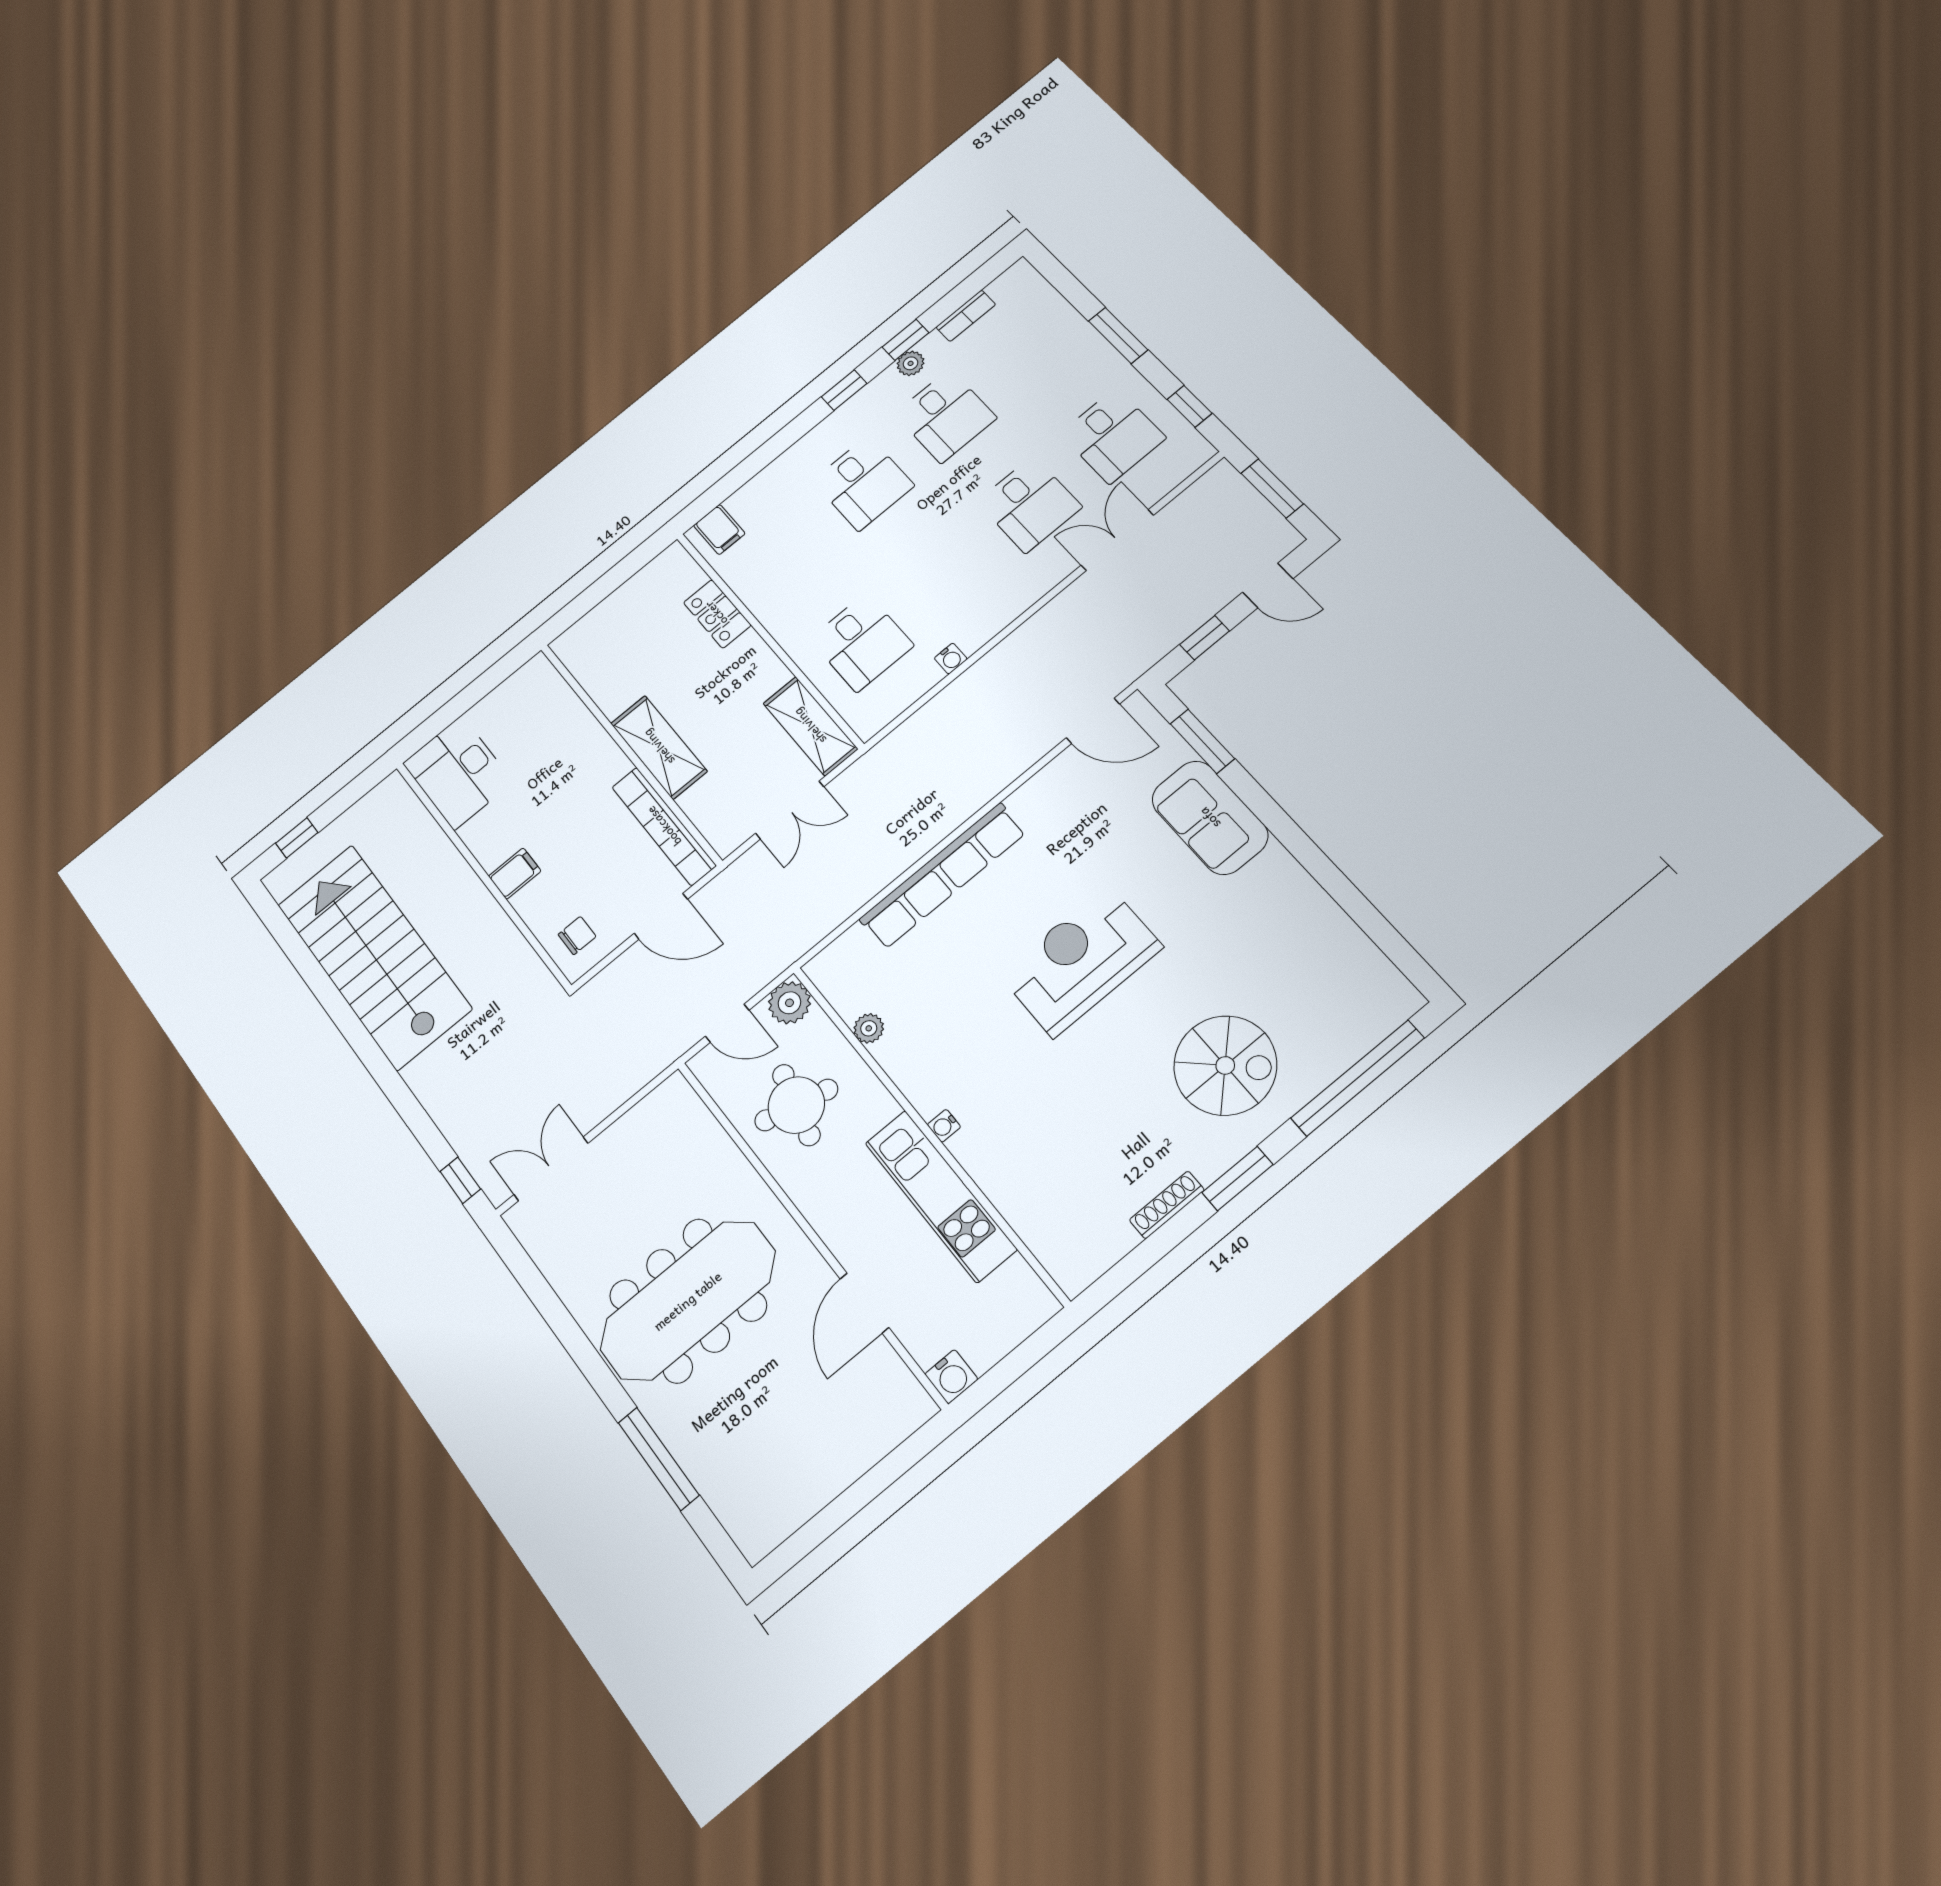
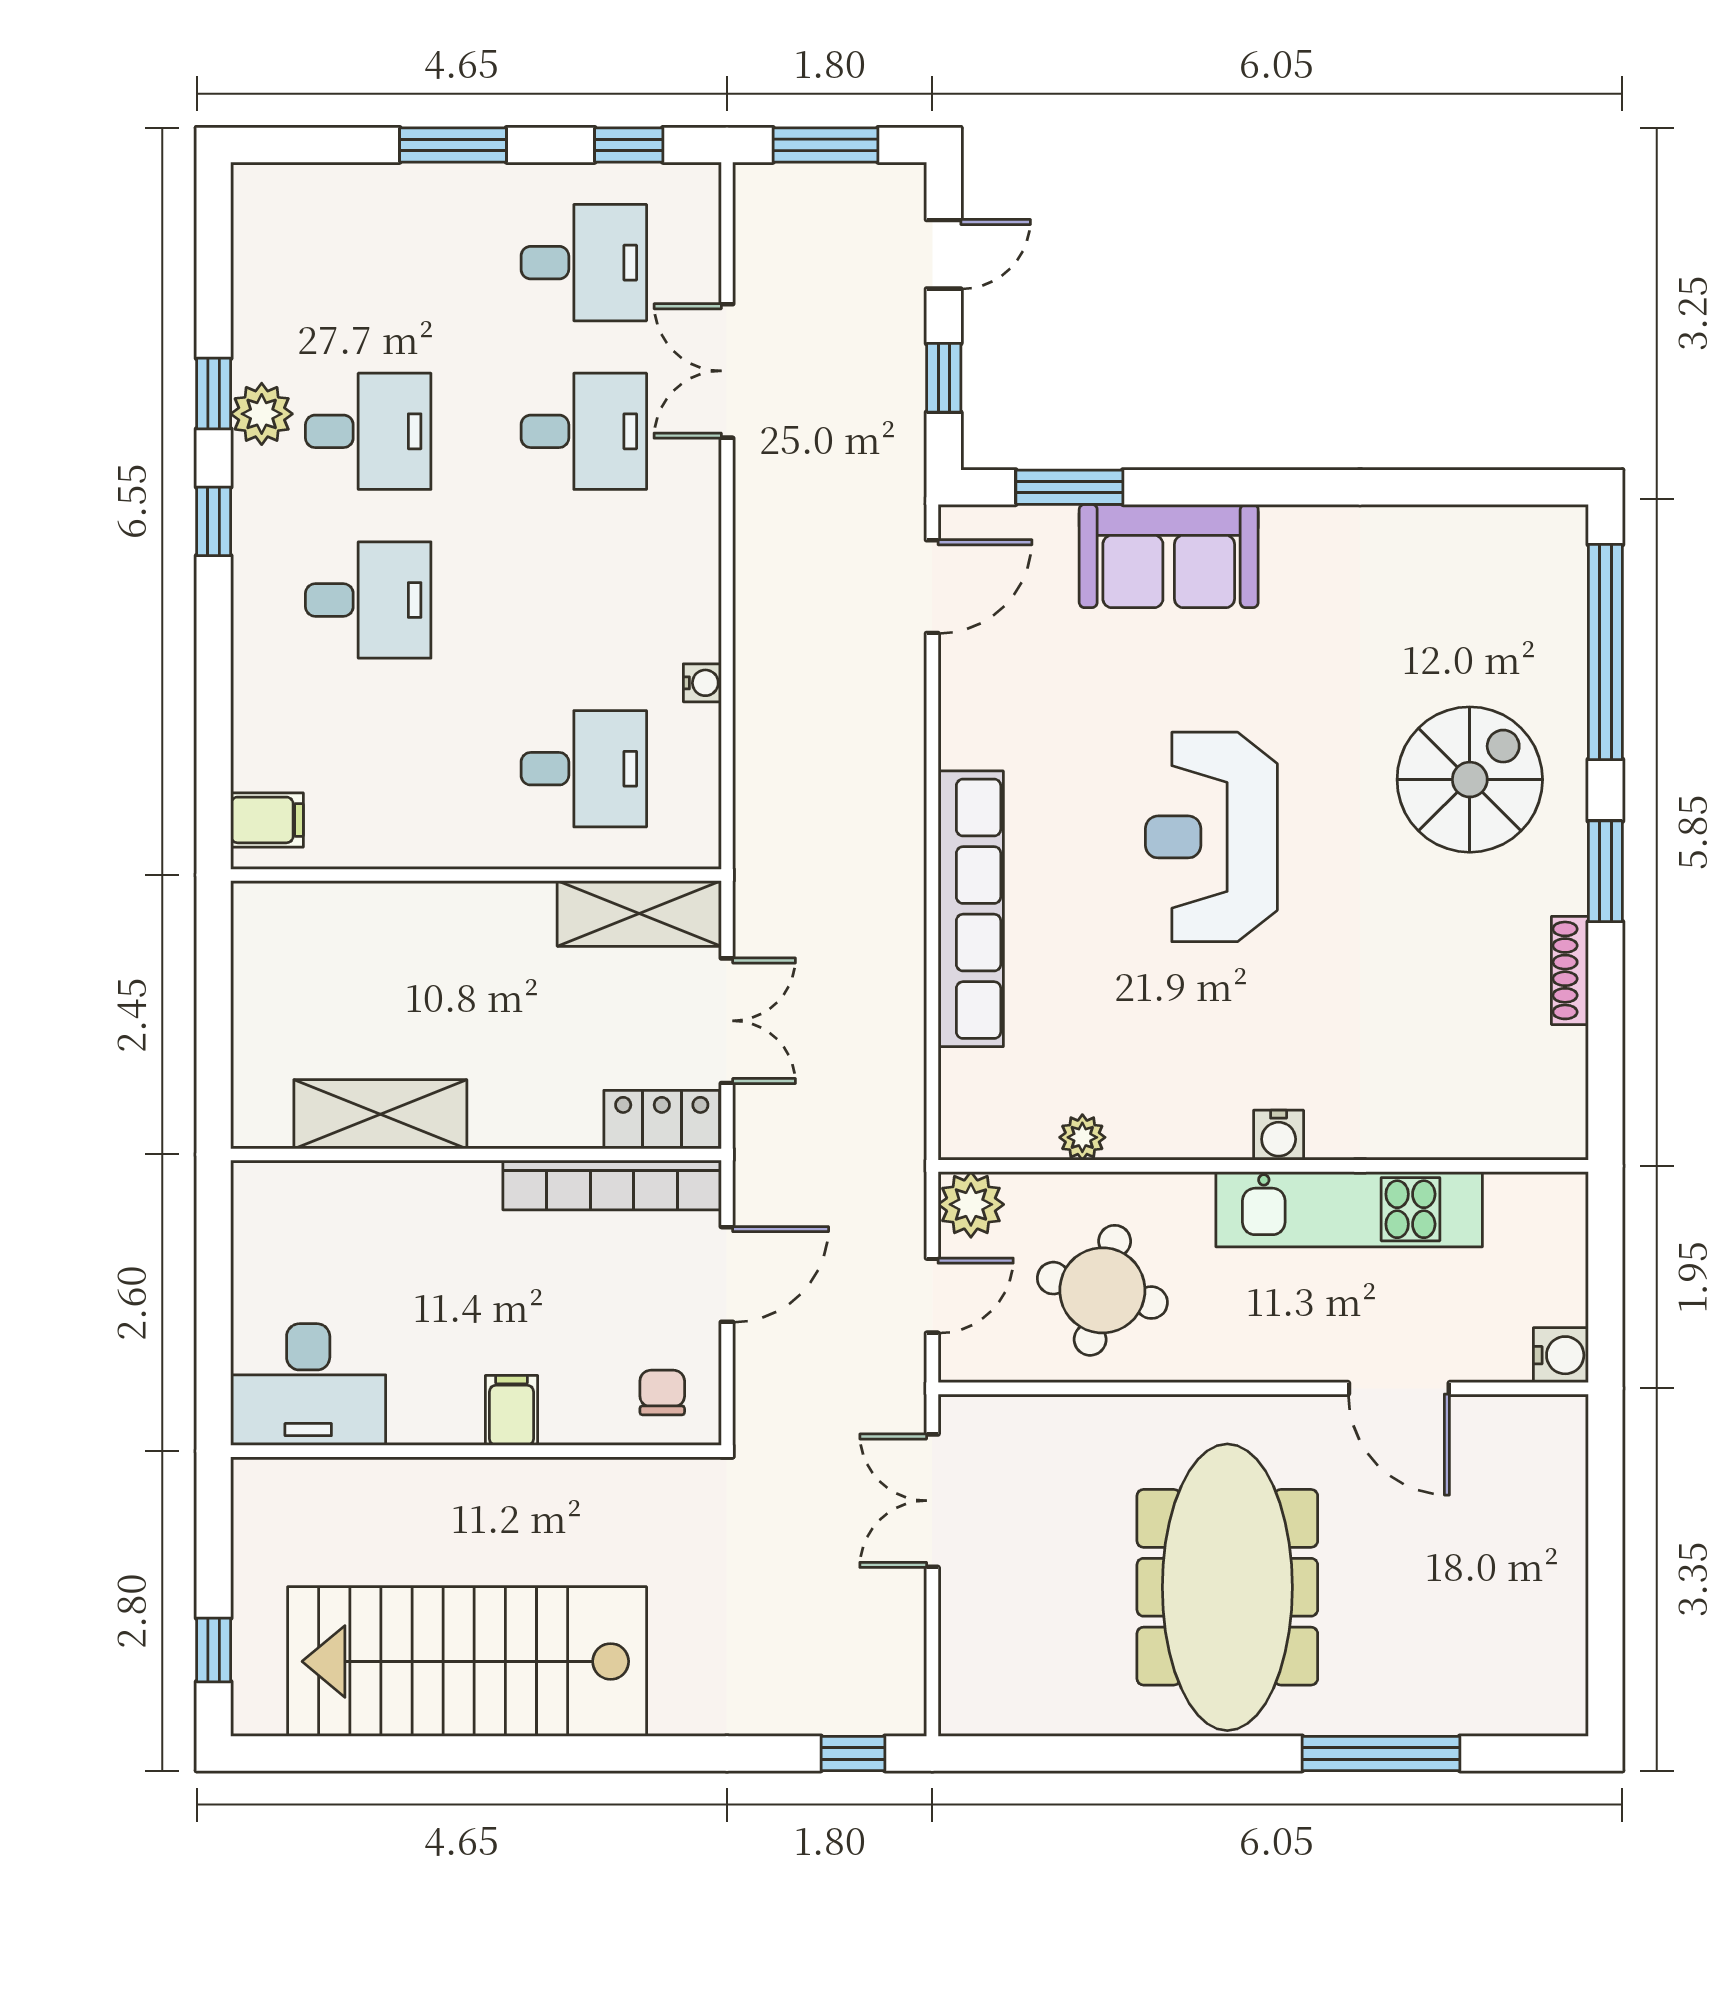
bookcase: (966, 316) -> (250, 296), removed
plant: (911, 363) -> (262, 414), width x1.38, depth x1.38
locker: (717, 614) -> (662, 1120), moved, turned 180
shelving: (659, 747) -> (380, 1114), moved
water cooler: (944, 1126) -> (1279, 1135), width x1.38, depth x1.38
double door: (551, 1169) -> (932, 1501), moved

